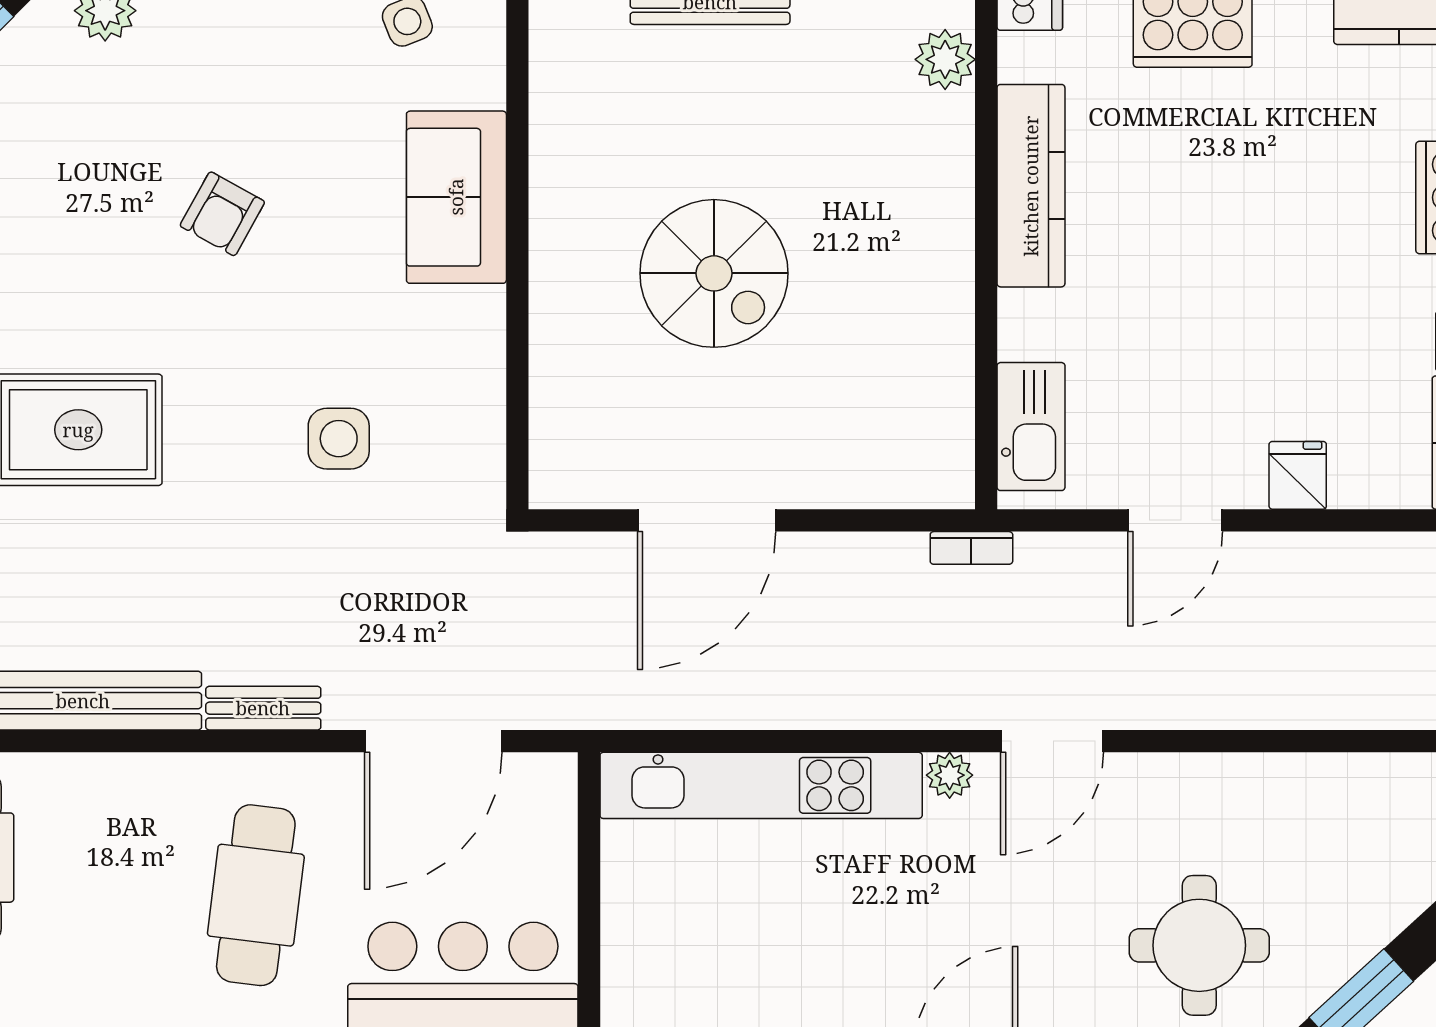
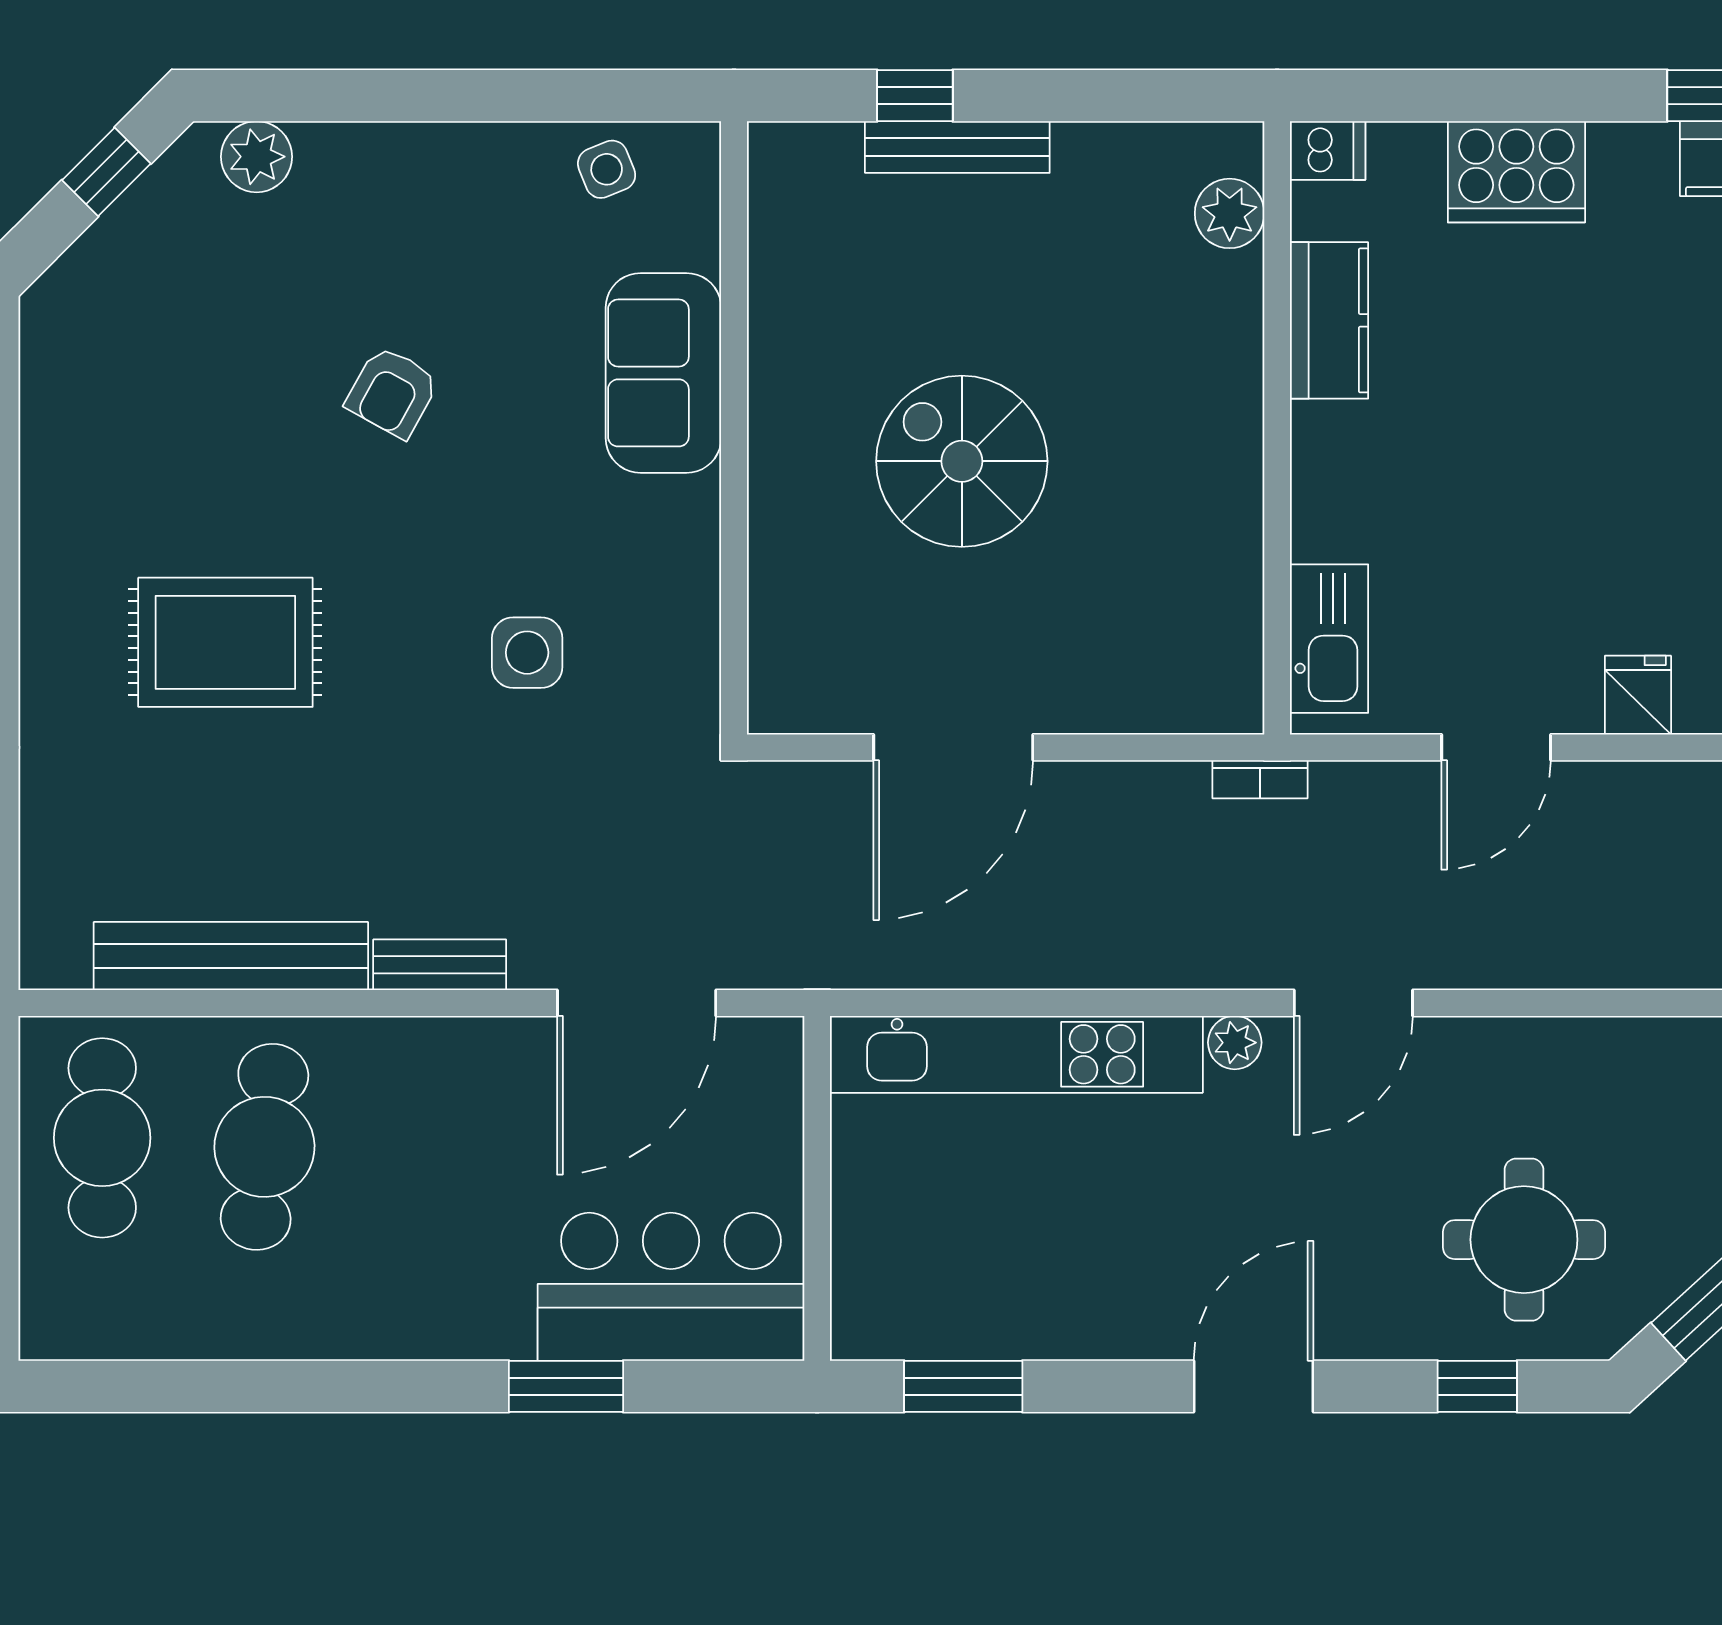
kitchen counter: (1031, 186) -> (1329, 320), width x0.67
spiral stairs: (714, 273) -> (962, 461), turned 180
cafe table: (256, 895) -> (264, 1147), moved

